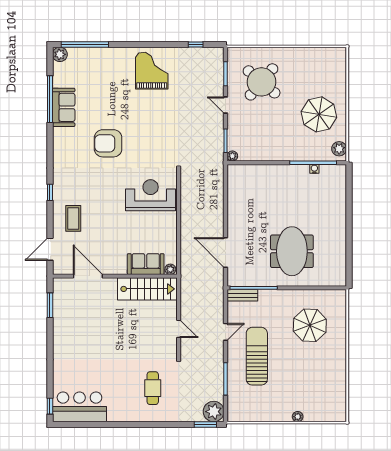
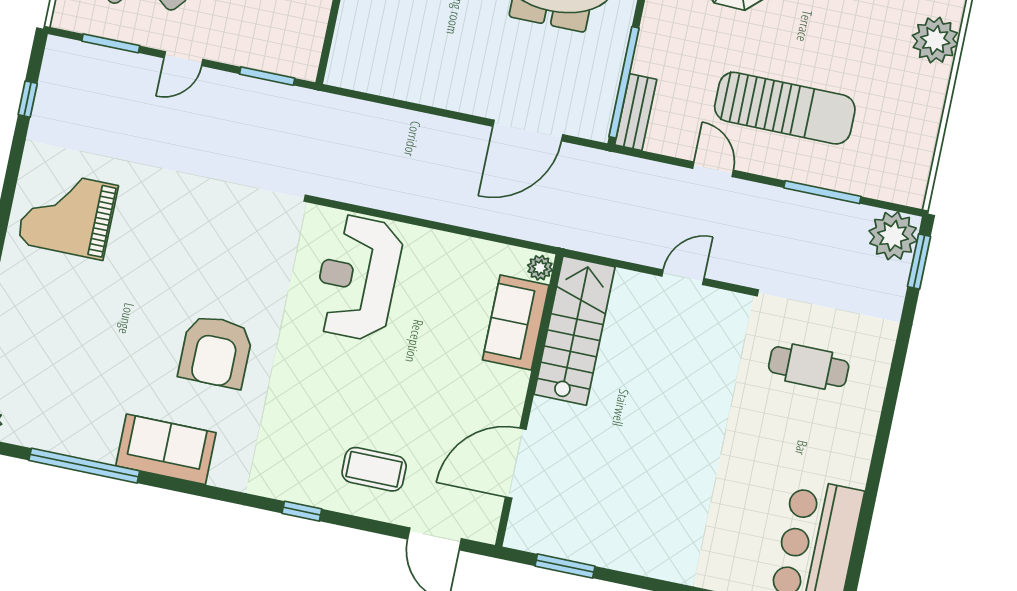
sofa: (64, 107) -> (166, 449), moved
plant: (232, 156) -> (306, 68), removed
sun lounger: (257, 356) -> (785, 108), turned 180
plant: (298, 417) -> (935, 40), width x1.88, depth x1.88

